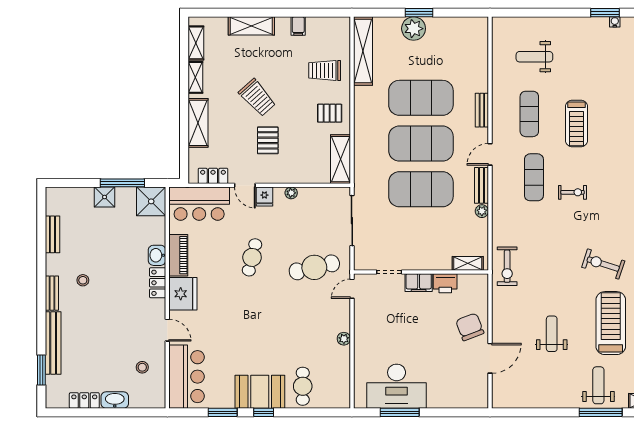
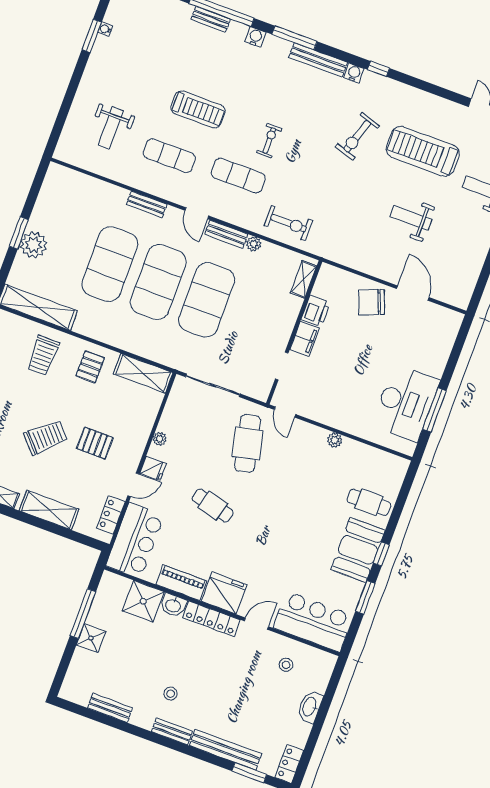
shower: (151, 201) -> (143, 601), moved
exercise bike: (507, 266) -> (288, 223), moved
locker: (158, 283) -> (211, 619), width x1.53
locker: (84, 400) -> (289, 764), moved

